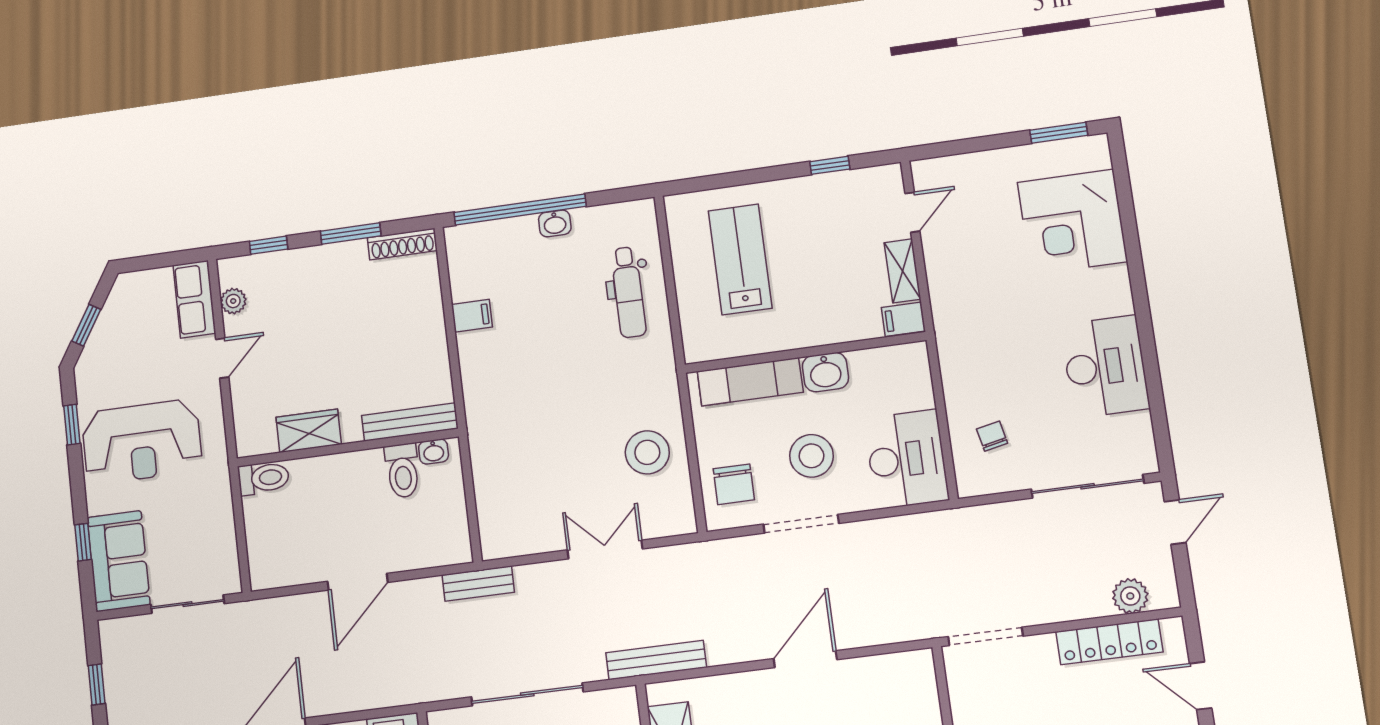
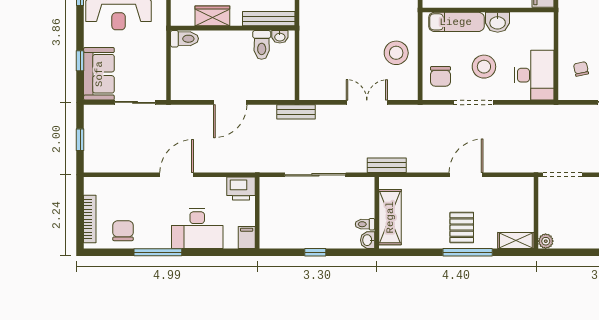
bench: (656, 660) -> (387, 165), width x0.73

